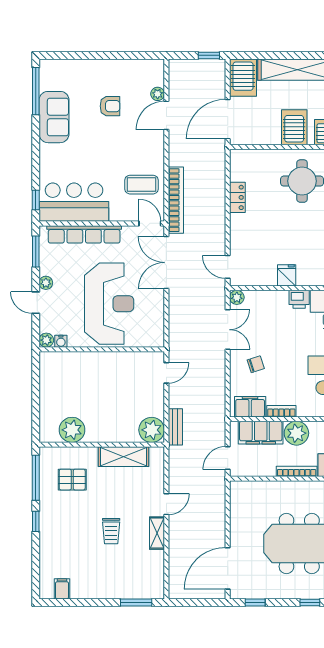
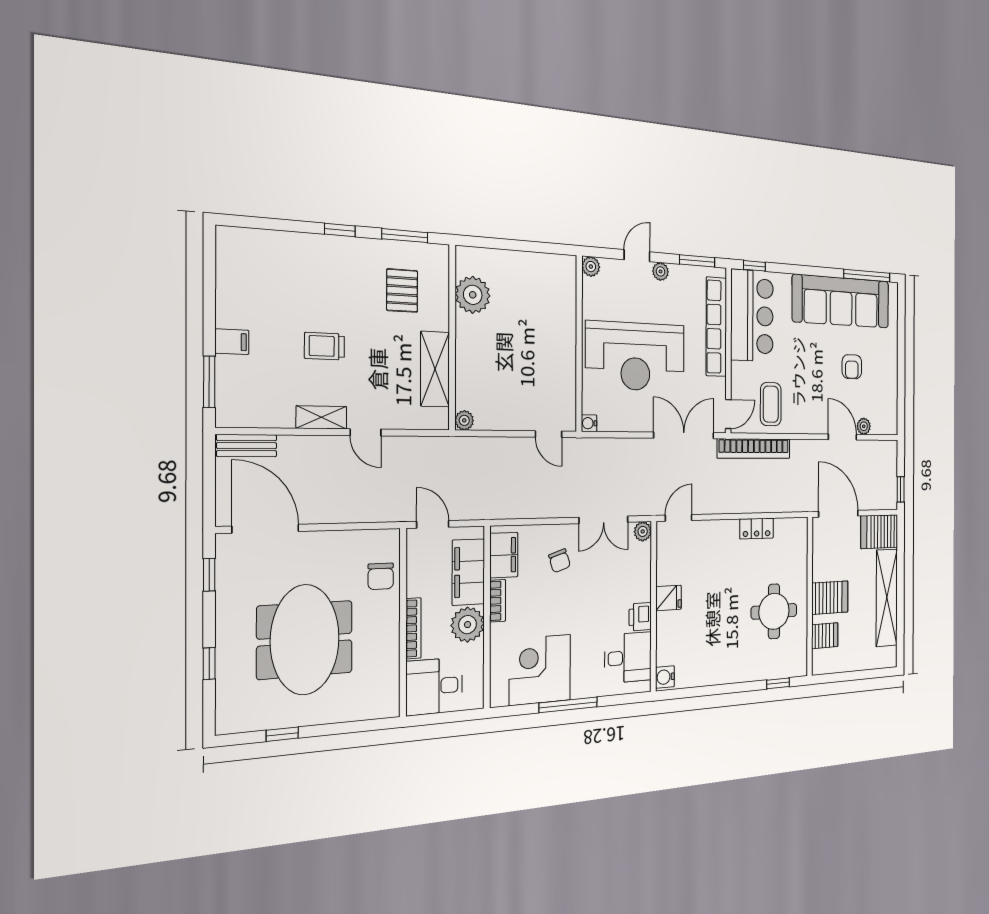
sofa: (54, 117) -> (841, 301), width x1.85, depth x1.27
water cooler: (61, 341) -> (589, 423), moved
bench: (175, 427) -> (247, 446), moved
plant: (152, 430) -> (464, 420), width x0.53, depth x0.53
window: (36, 478) -> (405, 236), width x0.69
chair: (261, 494) -> (381, 576), added
filing cabinet: (62, 589) -> (232, 342), moved

